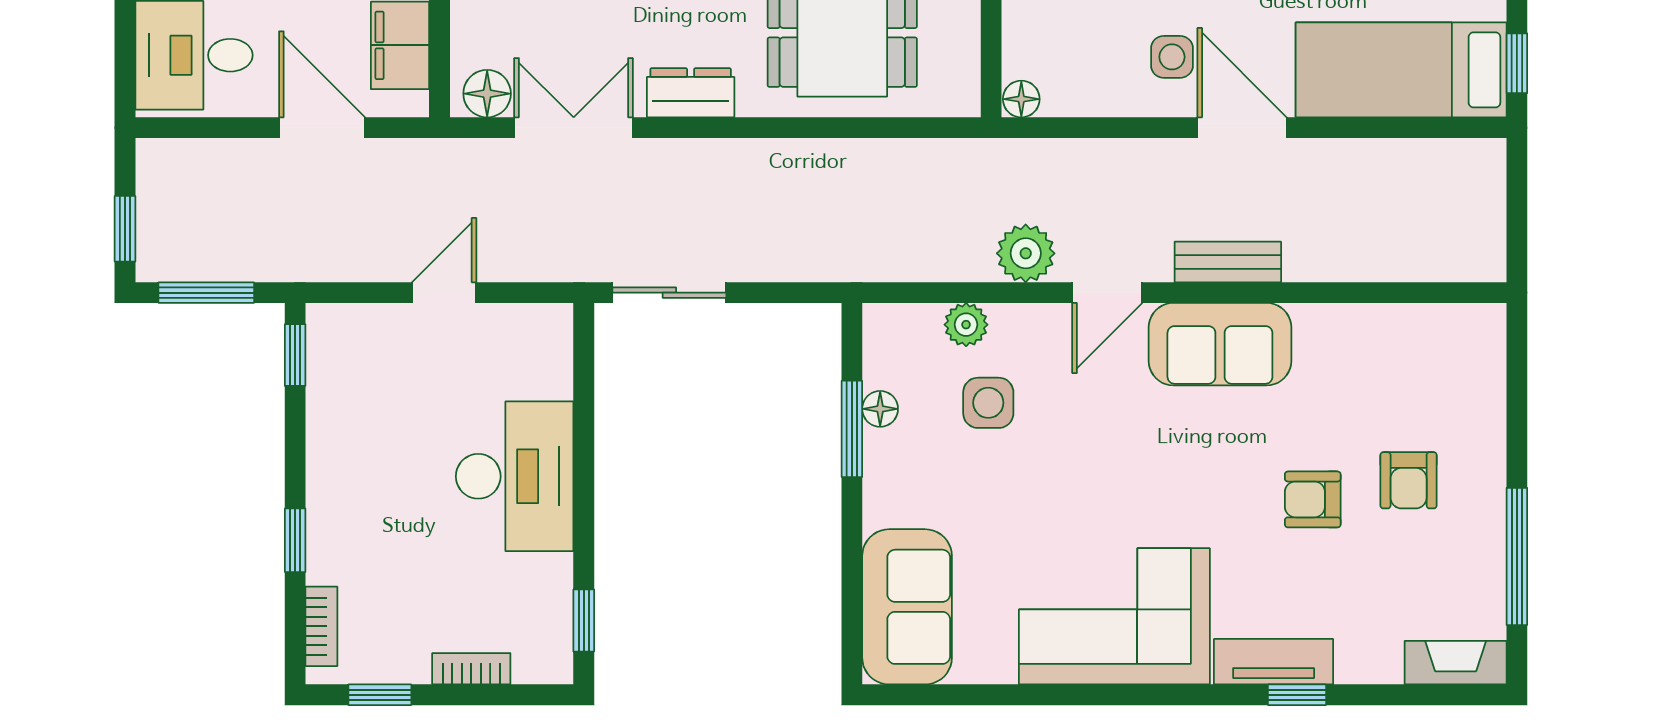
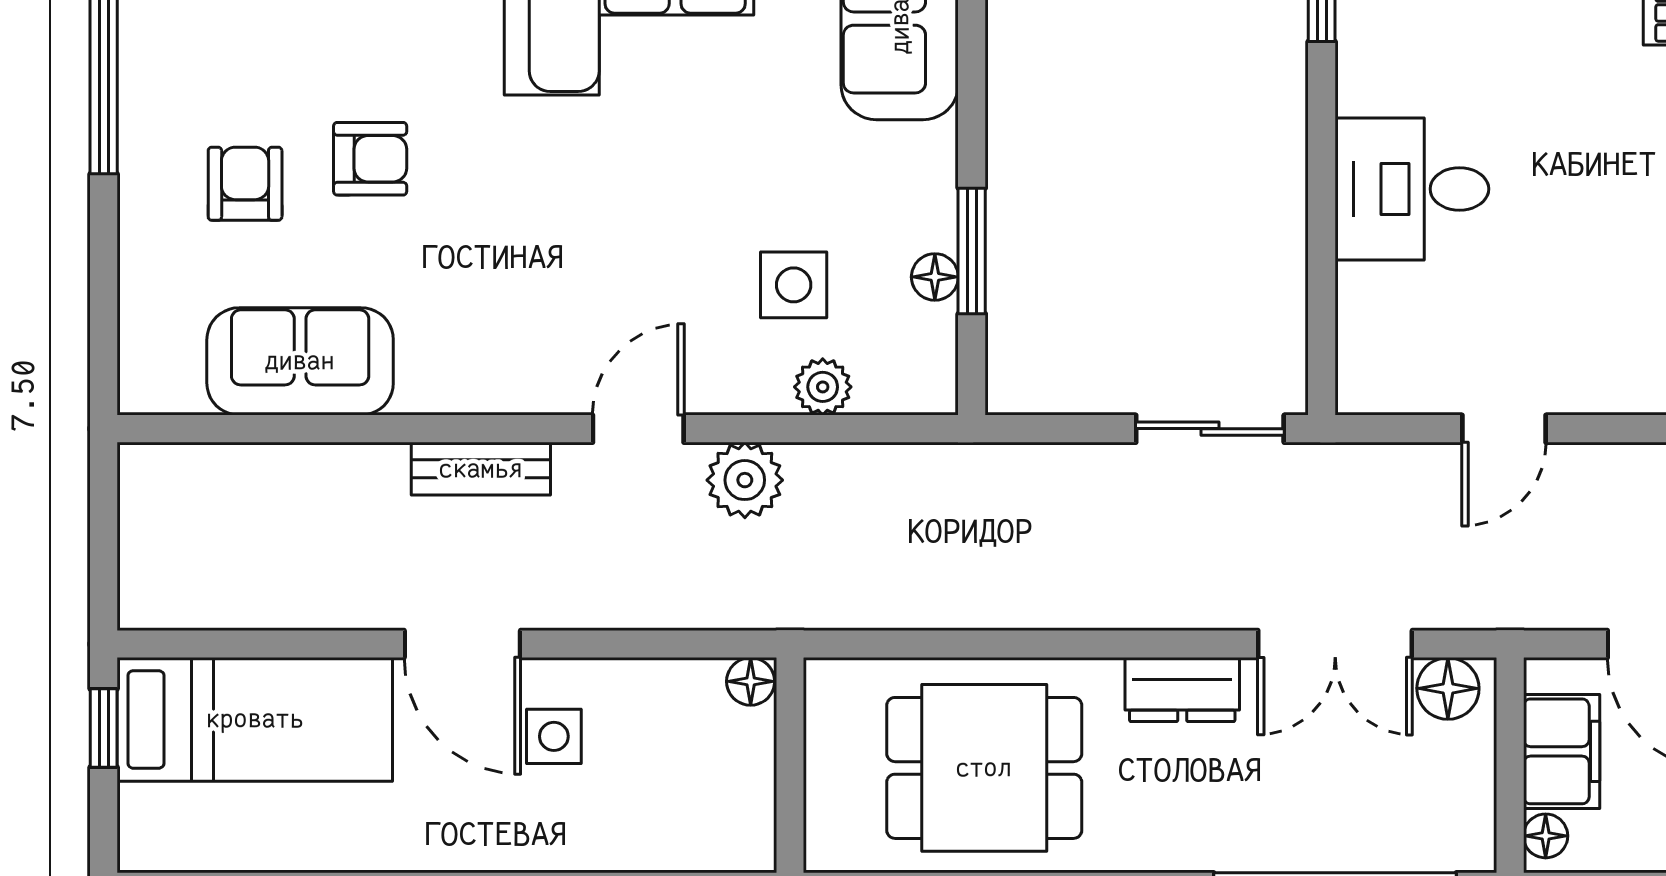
sofa: (1220, 344) -> (300, 361), moved
desk: (515, 476) -> (1412, 189), width x0.73

